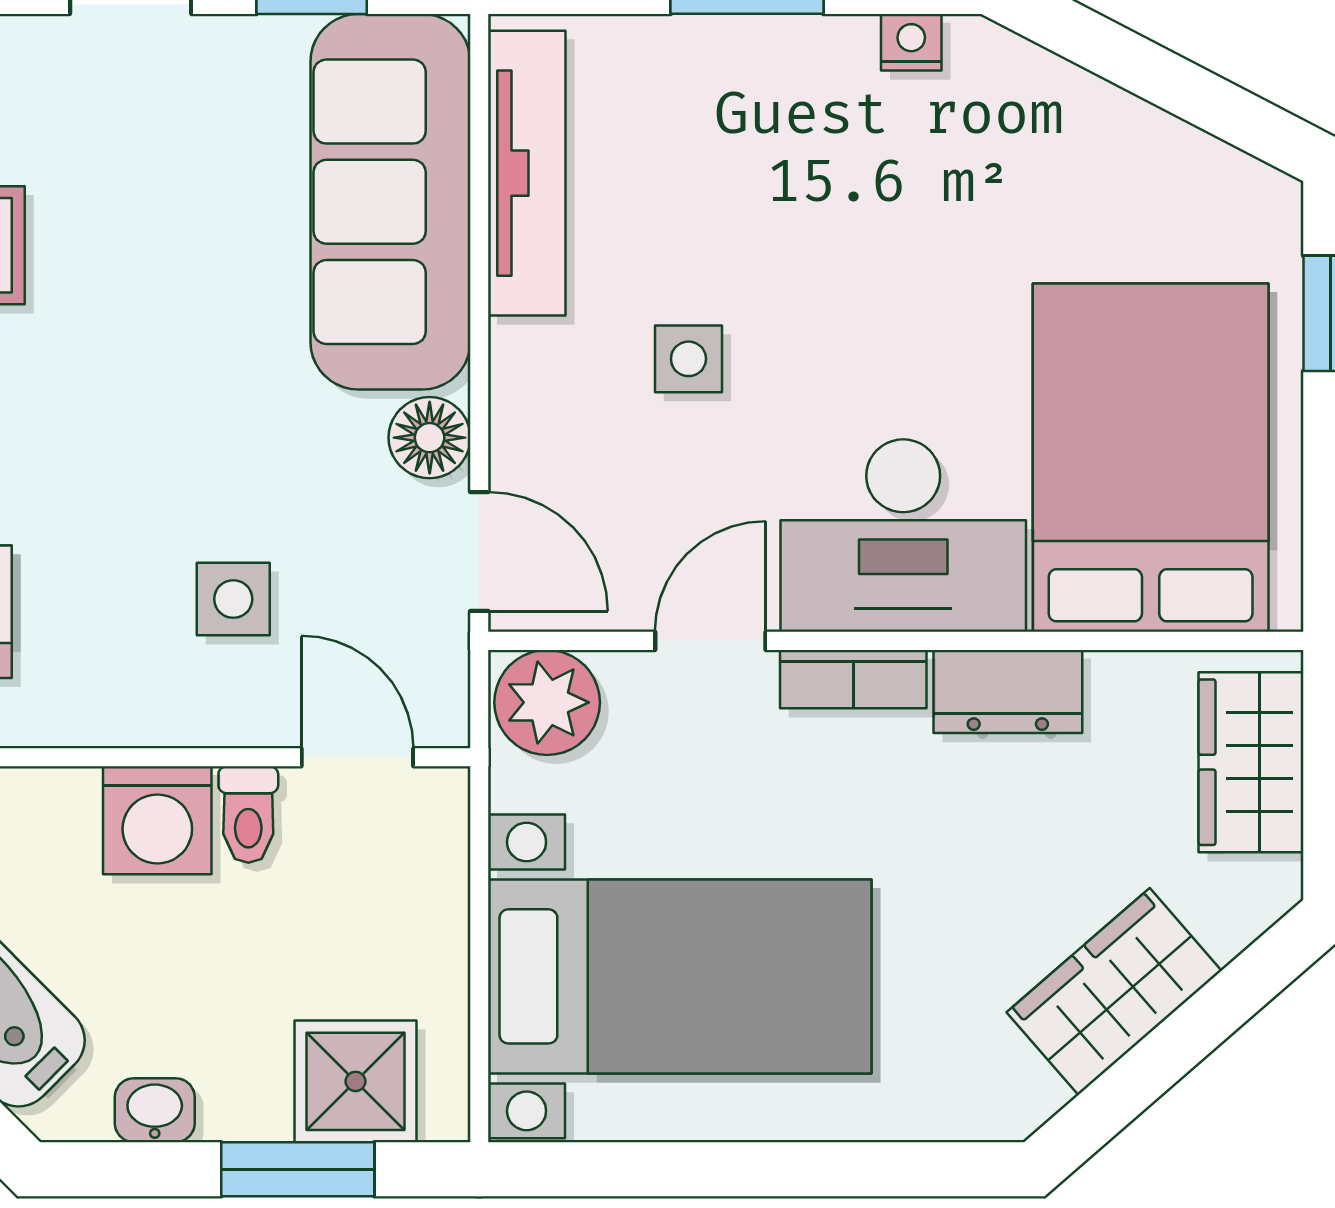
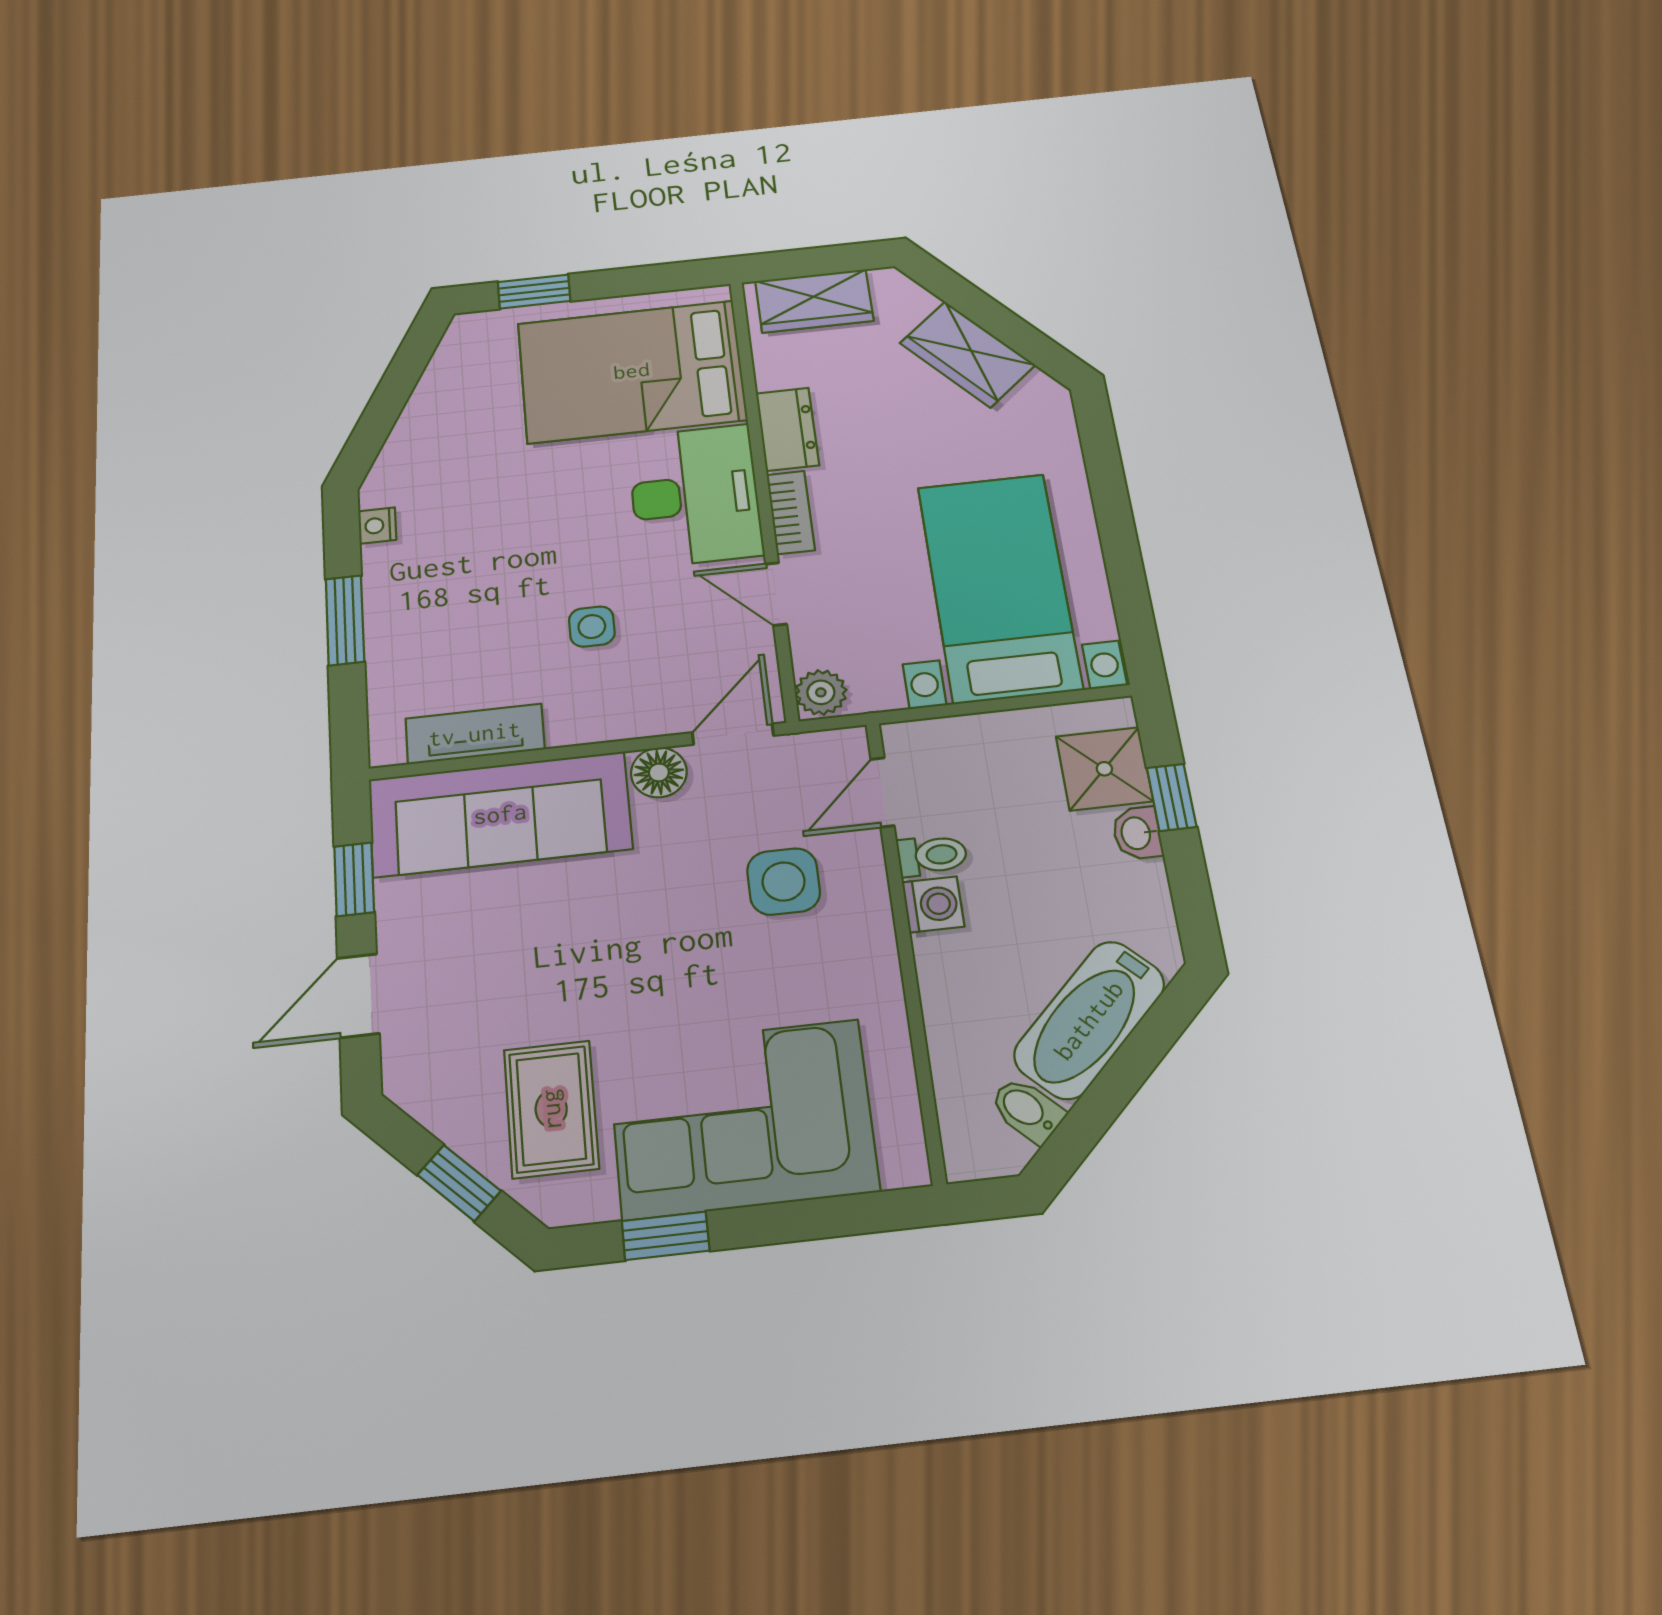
tv unit: (527, 173) -> (475, 734), width x0.71
side table: (233, 599) -> (784, 881), width x1.37, depth x1.37
plant: (547, 702) -> (821, 692), width x0.73, depth x0.73
washing machine: (157, 820) -> (933, 904), width x0.73, depth x0.73
washbasin: (155, 1110) -> (1137, 833), moved
window: (298, 1169) -> (1172, 797), width x0.67

